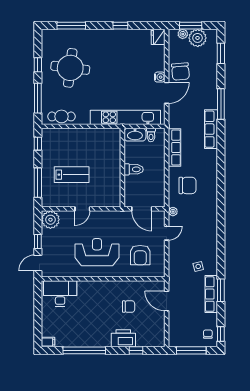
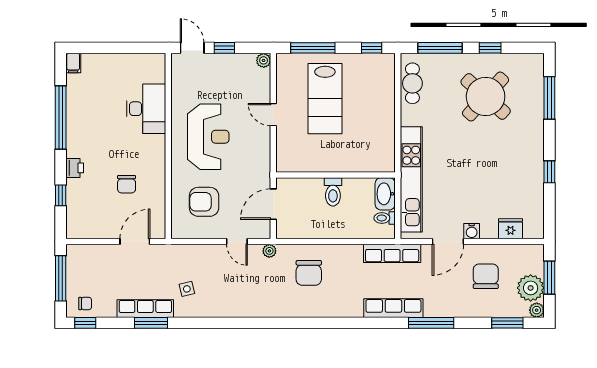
plant: (183, 34) -> (537, 310), moved
fridge: (158, 37) -> (511, 229), moved
round table: (70, 68) -> (486, 96), turned 35
chair: (180, 71) -> (486, 276), moved, turned 95
door: (167, 93) -> (448, 242), hinge flipped
row of seats: (175, 147) -> (392, 253), moved
lab bench: (72, 175) -> (325, 99), width x1.36, depth x1.39
plant: (50, 220) -> (264, 60), width x0.53, depth x0.53
desk: (60, 294) -> (146, 109), moved
printer: (123, 338) -> (75, 168), width x0.53, depth x0.68

